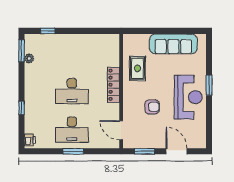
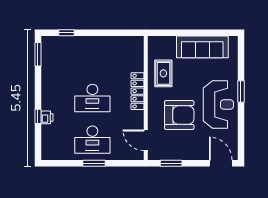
plant: (29, 58) -> (46, 63), removed
armchair: (152, 107) -> (179, 115), width x1.88, depth x1.88
printer: (30, 140) -> (47, 117), moved
door: (177, 151) -> (221, 163), moved

